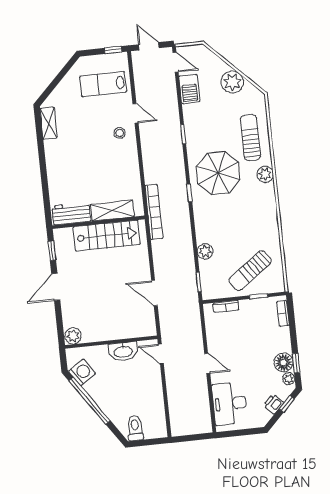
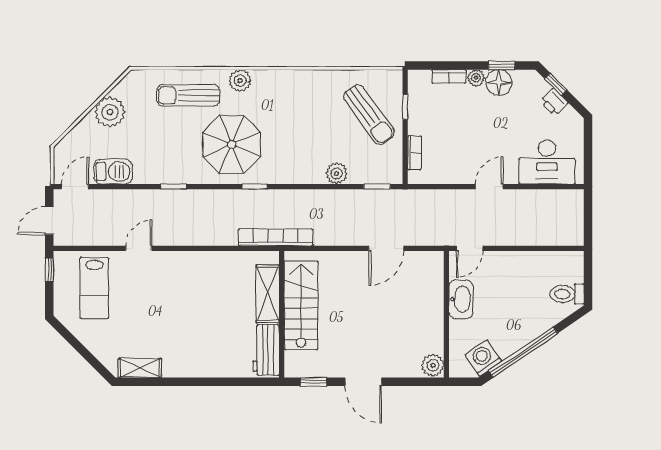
stool: (120, 133) -> (163, 273), removed
bookcase: (283, 313) -> (449, 76), moved
plant: (289, 379) -> (476, 78), moved

